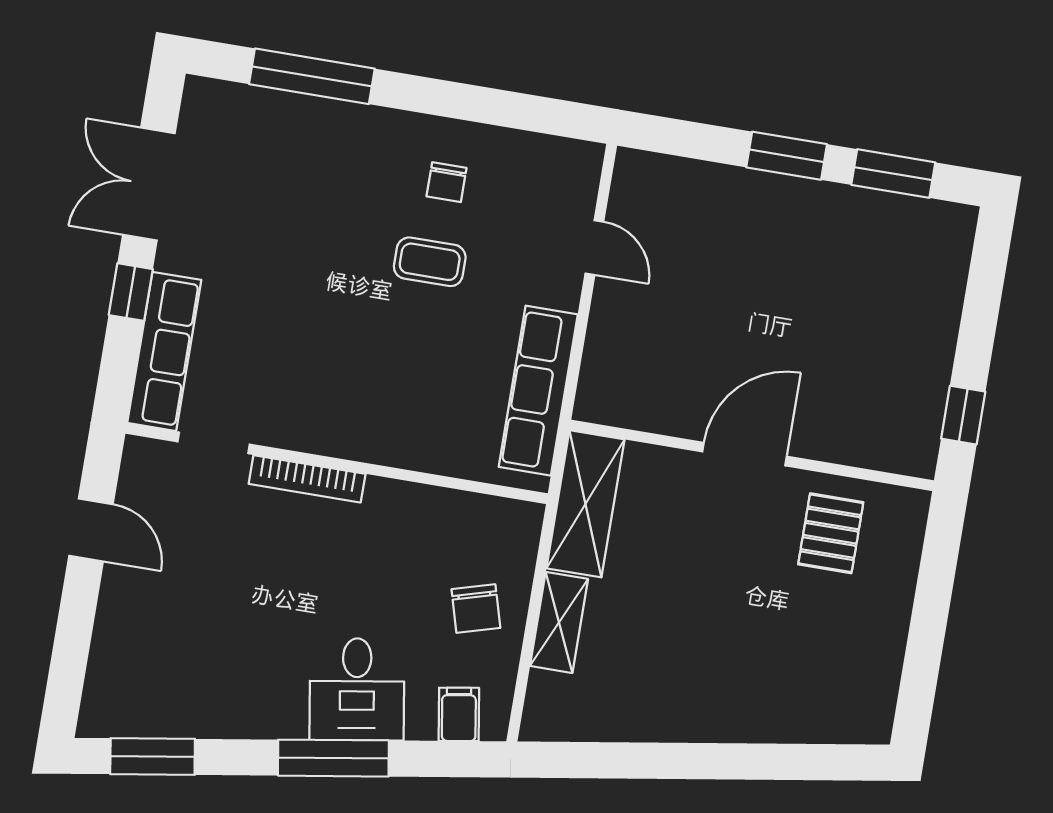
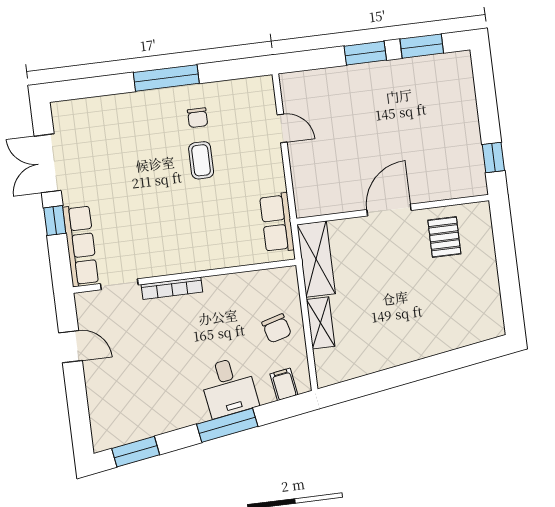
window: (312, 76) -> (166, 78), moved
coffee table: (430, 262) -> (201, 160), turned 90
row of seats: (538, 391) -> (277, 223), width x0.68

